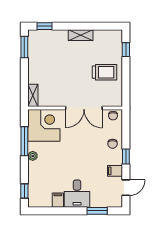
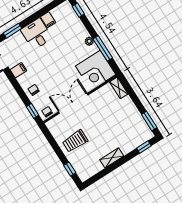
window: (126, 156) -> (33, 111), moved

